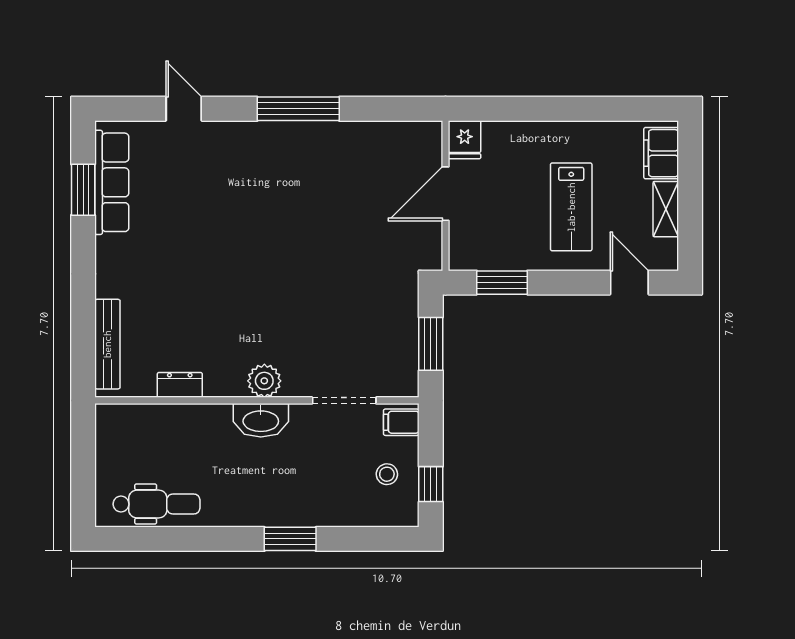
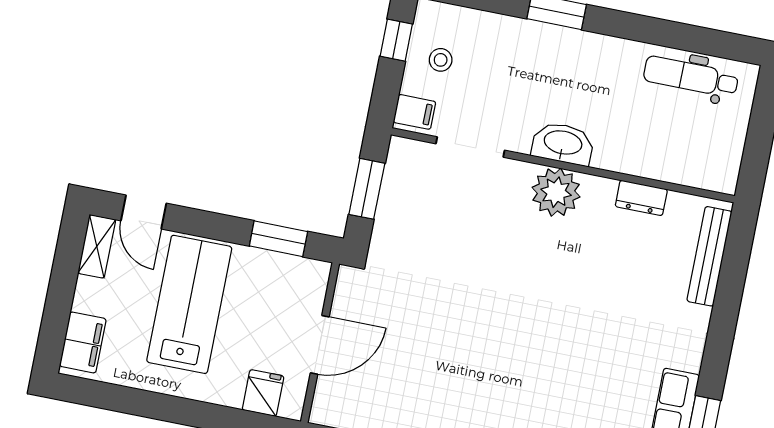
fridge: (465, 140) -> (263, 393), moved
lab bench: (571, 207) -> (189, 304), width x1.36, depth x1.39
shelving: (666, 209) -> (97, 246), moved
plant: (264, 381) -> (556, 192), width x1.36, depth x1.36

